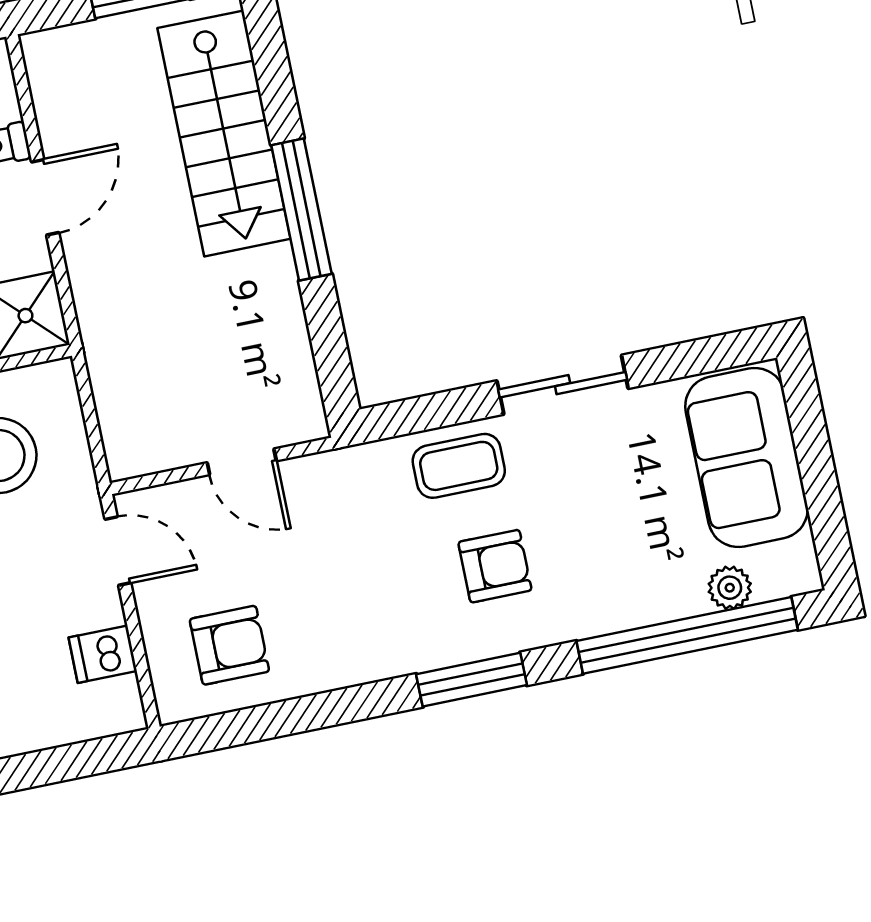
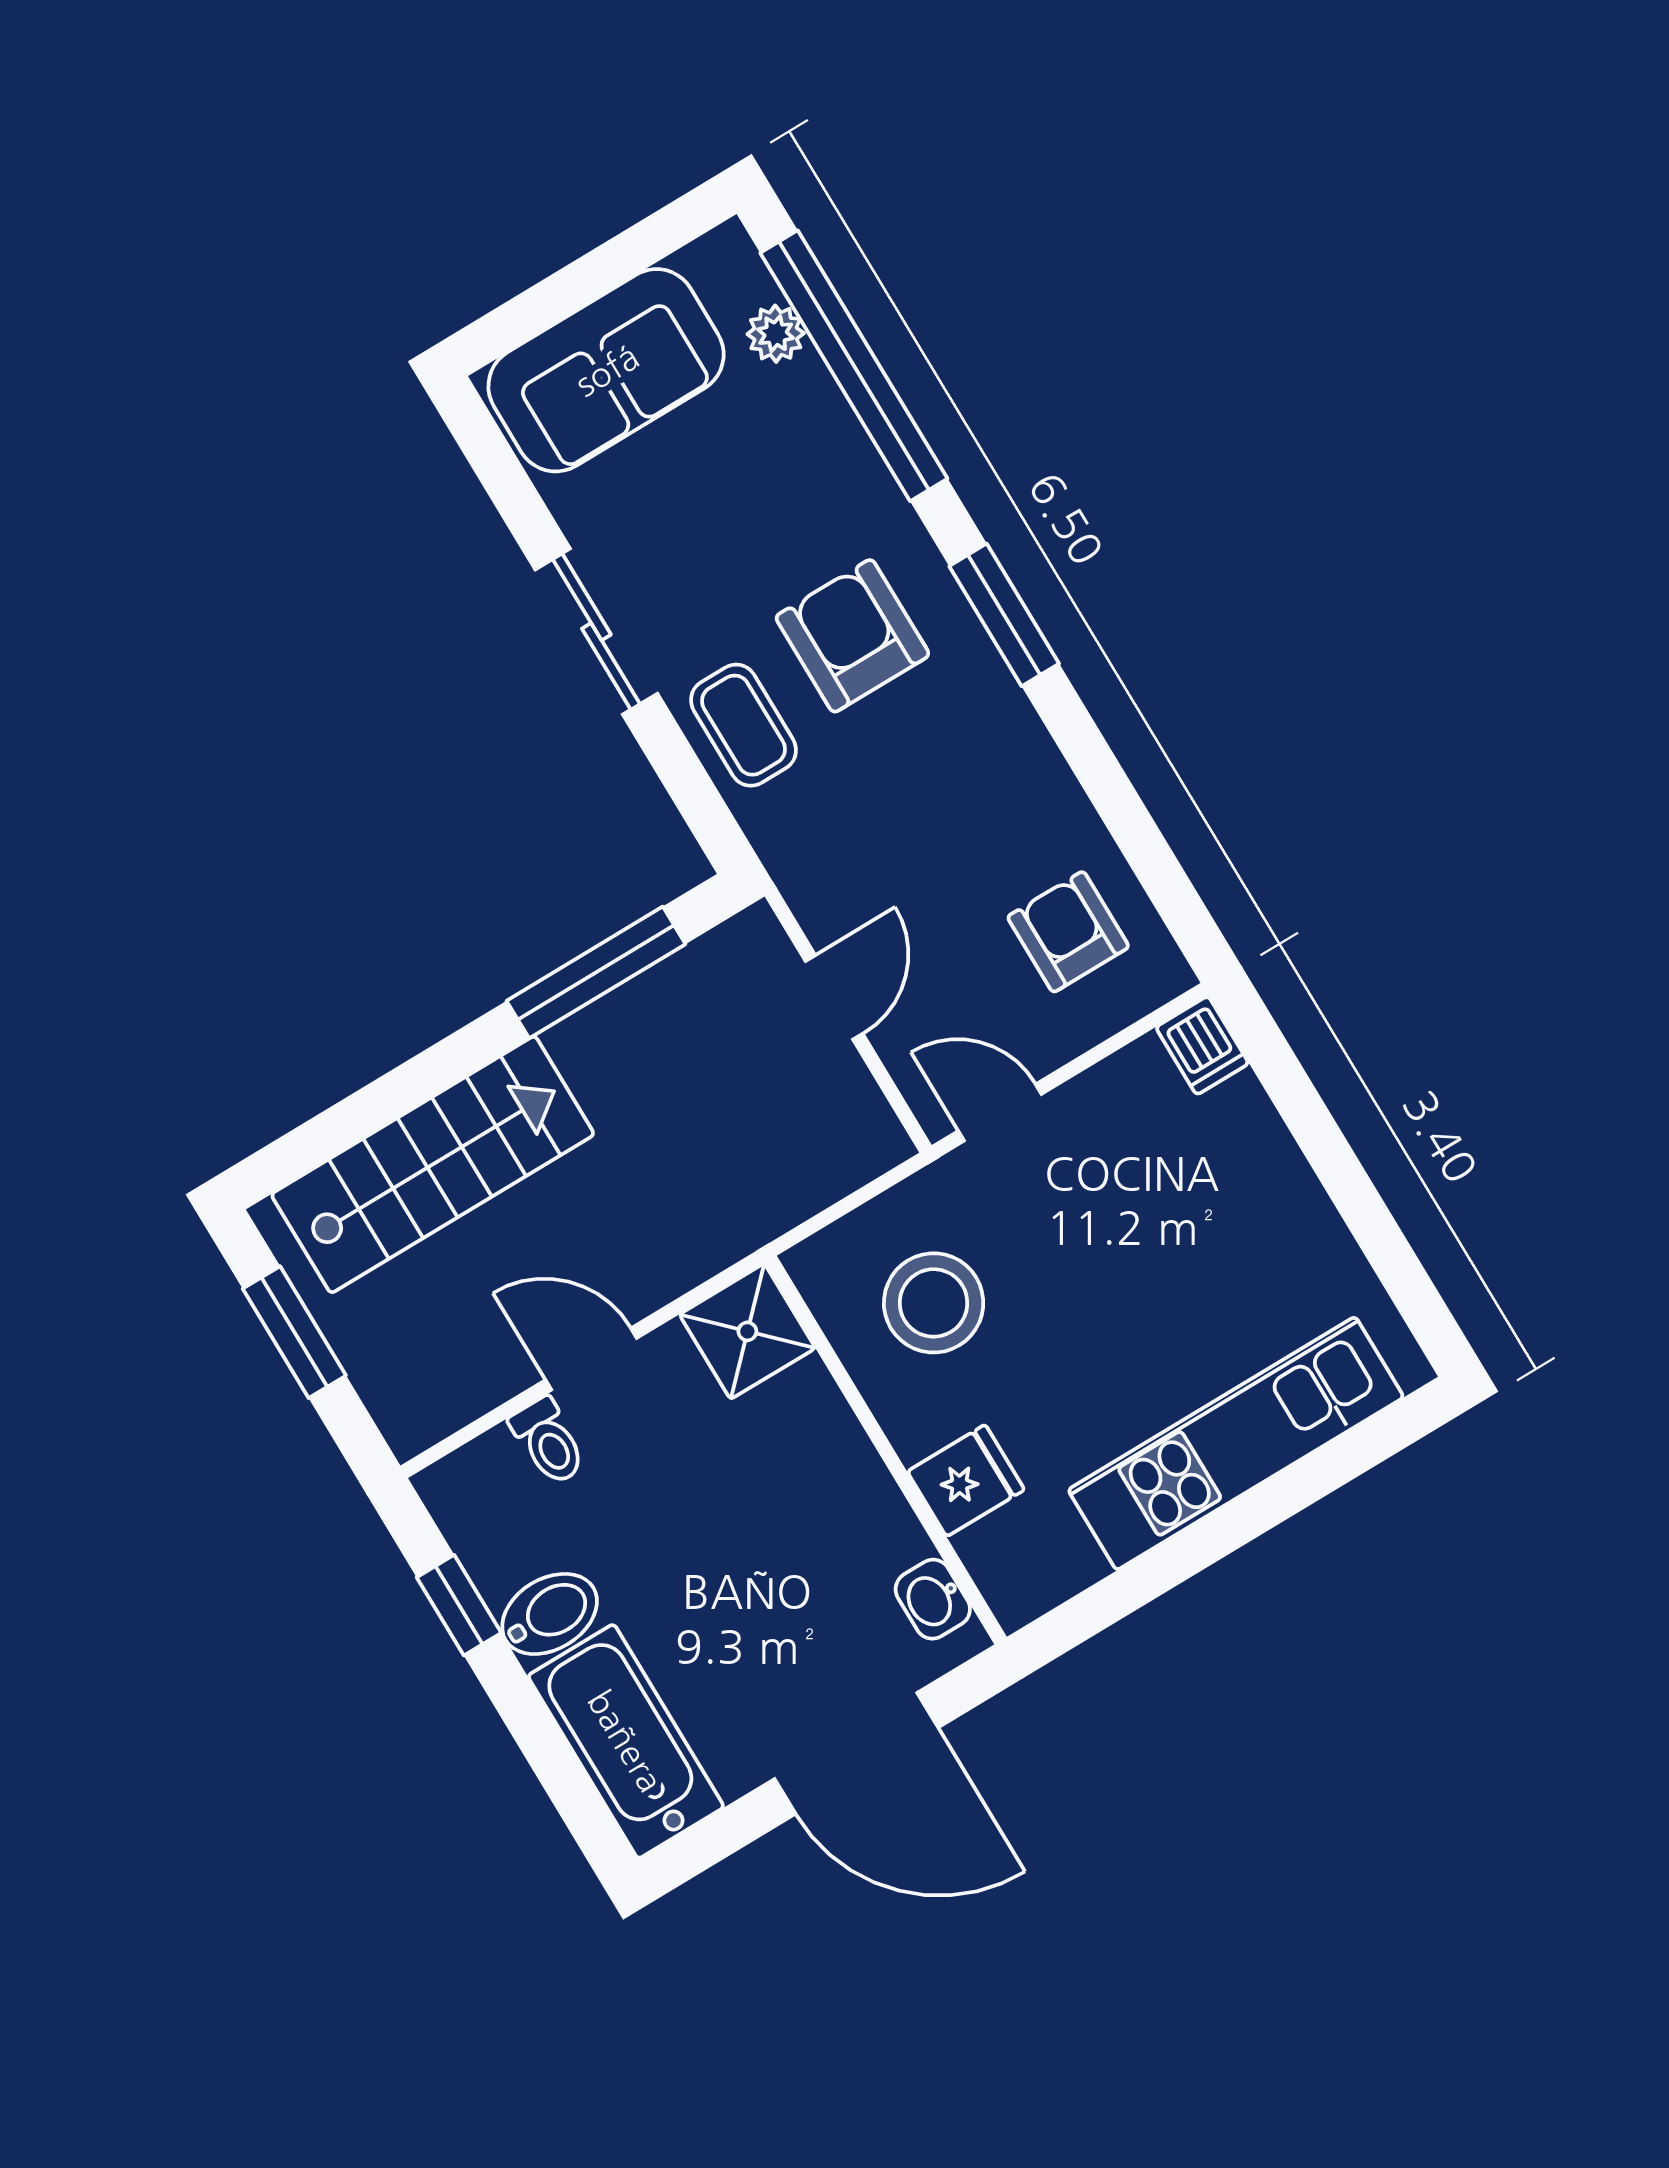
window: (301, 210) -> (596, 972), moved
door: (118, 551) -> (1000, 1112), hinge flipped
armchair: (495, 566) -> (852, 636), width x1.38, depth x1.38
dishwasher: (103, 654) -> (1202, 1045), moved

